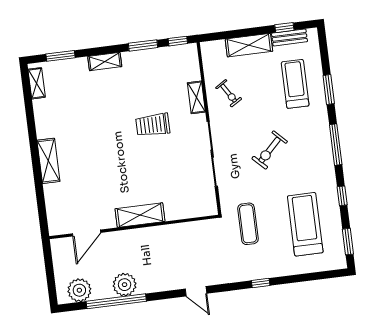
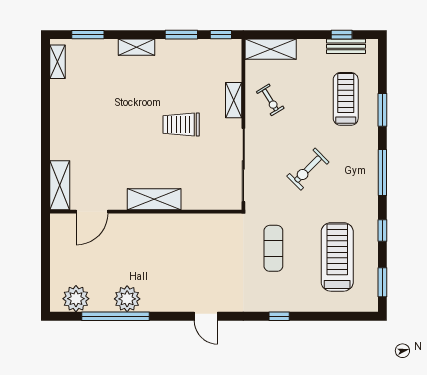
shelving: (249, 45) -> (271, 49), moved
shelving: (48, 161) -> (60, 185), moved
shelving: (140, 215) -> (154, 199), moved
wall: (134, 227) -> (146, 212), moved
door: (87, 233) -> (92, 212), moved

